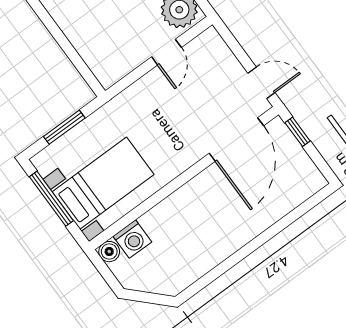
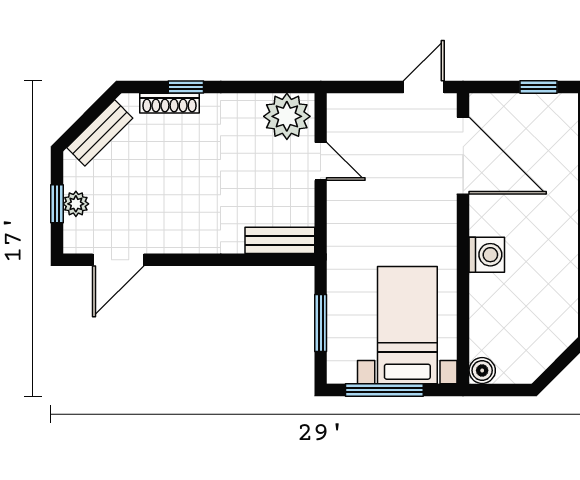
bench: (97, 63) -> (280, 240), added
window: (297, 132) -> (538, 87), moved
washing machine: (132, 239) -> (487, 255), moved

